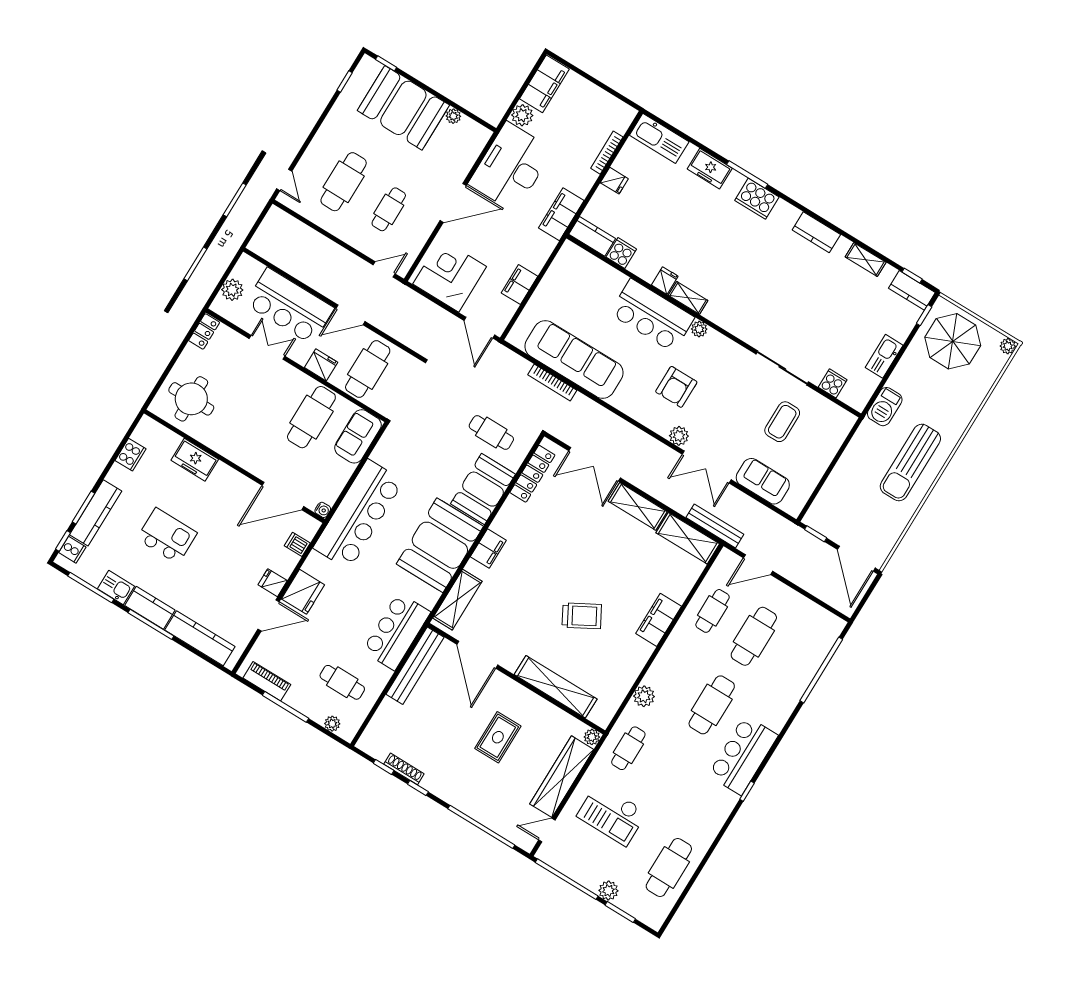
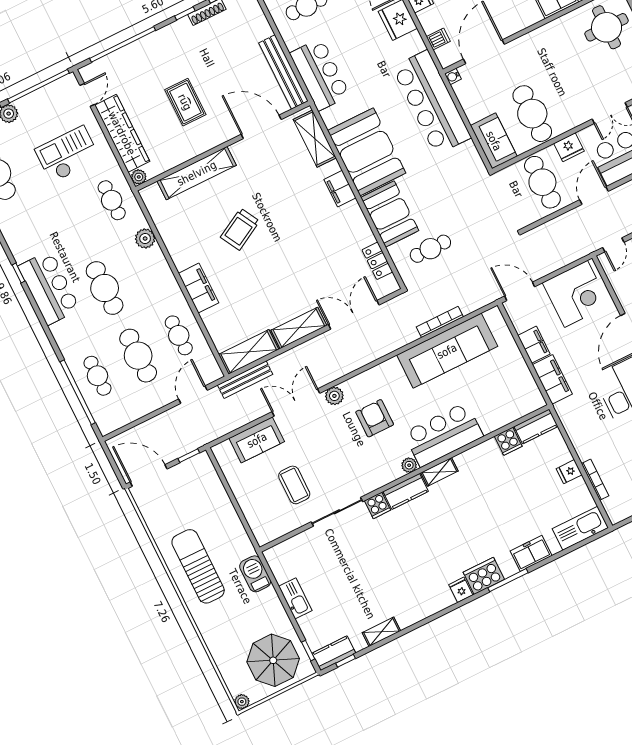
filing cabinet: (561, 214) -> (552, 379), moved
kitchen counter: (816, 232) -> (406, 491), moved, turned 180
fridge: (665, 281) -> (461, 590), moved, turned 180
cooker: (833, 383) -> (378, 505), moved
locker: (532, 474) -> (377, 261), width x0.66
cafe table: (795, 662) -> (97, 376), added

